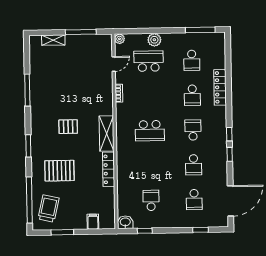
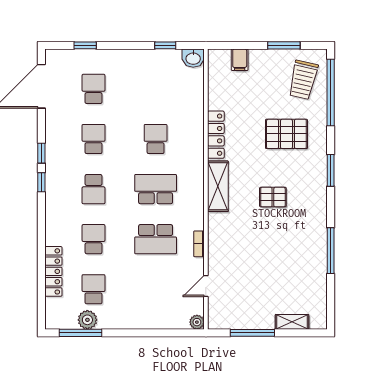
plant: (154, 40) -> (87, 320), moved
school desk: (149, 61) -> (156, 239), moved
locker: (220, 87) -> (53, 271), moved
school desk: (151, 200) -> (156, 139), moved, turned 180

